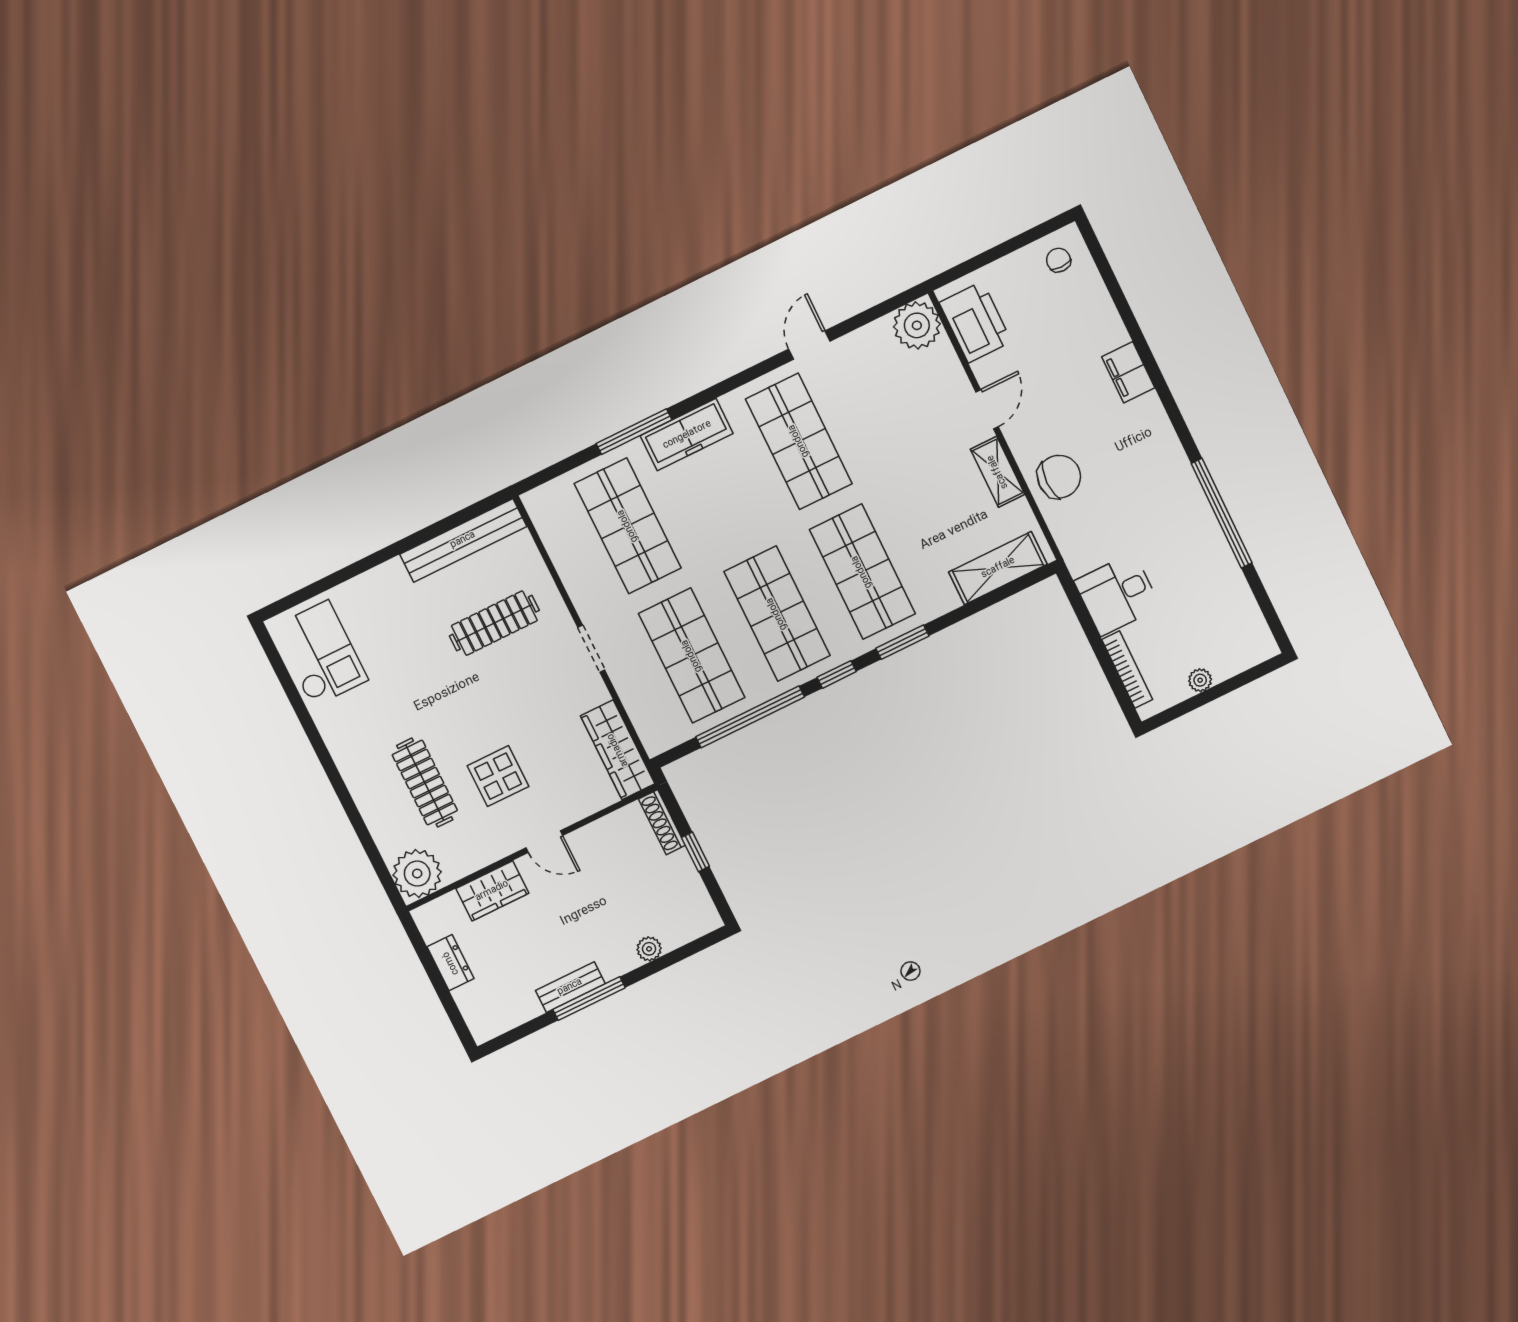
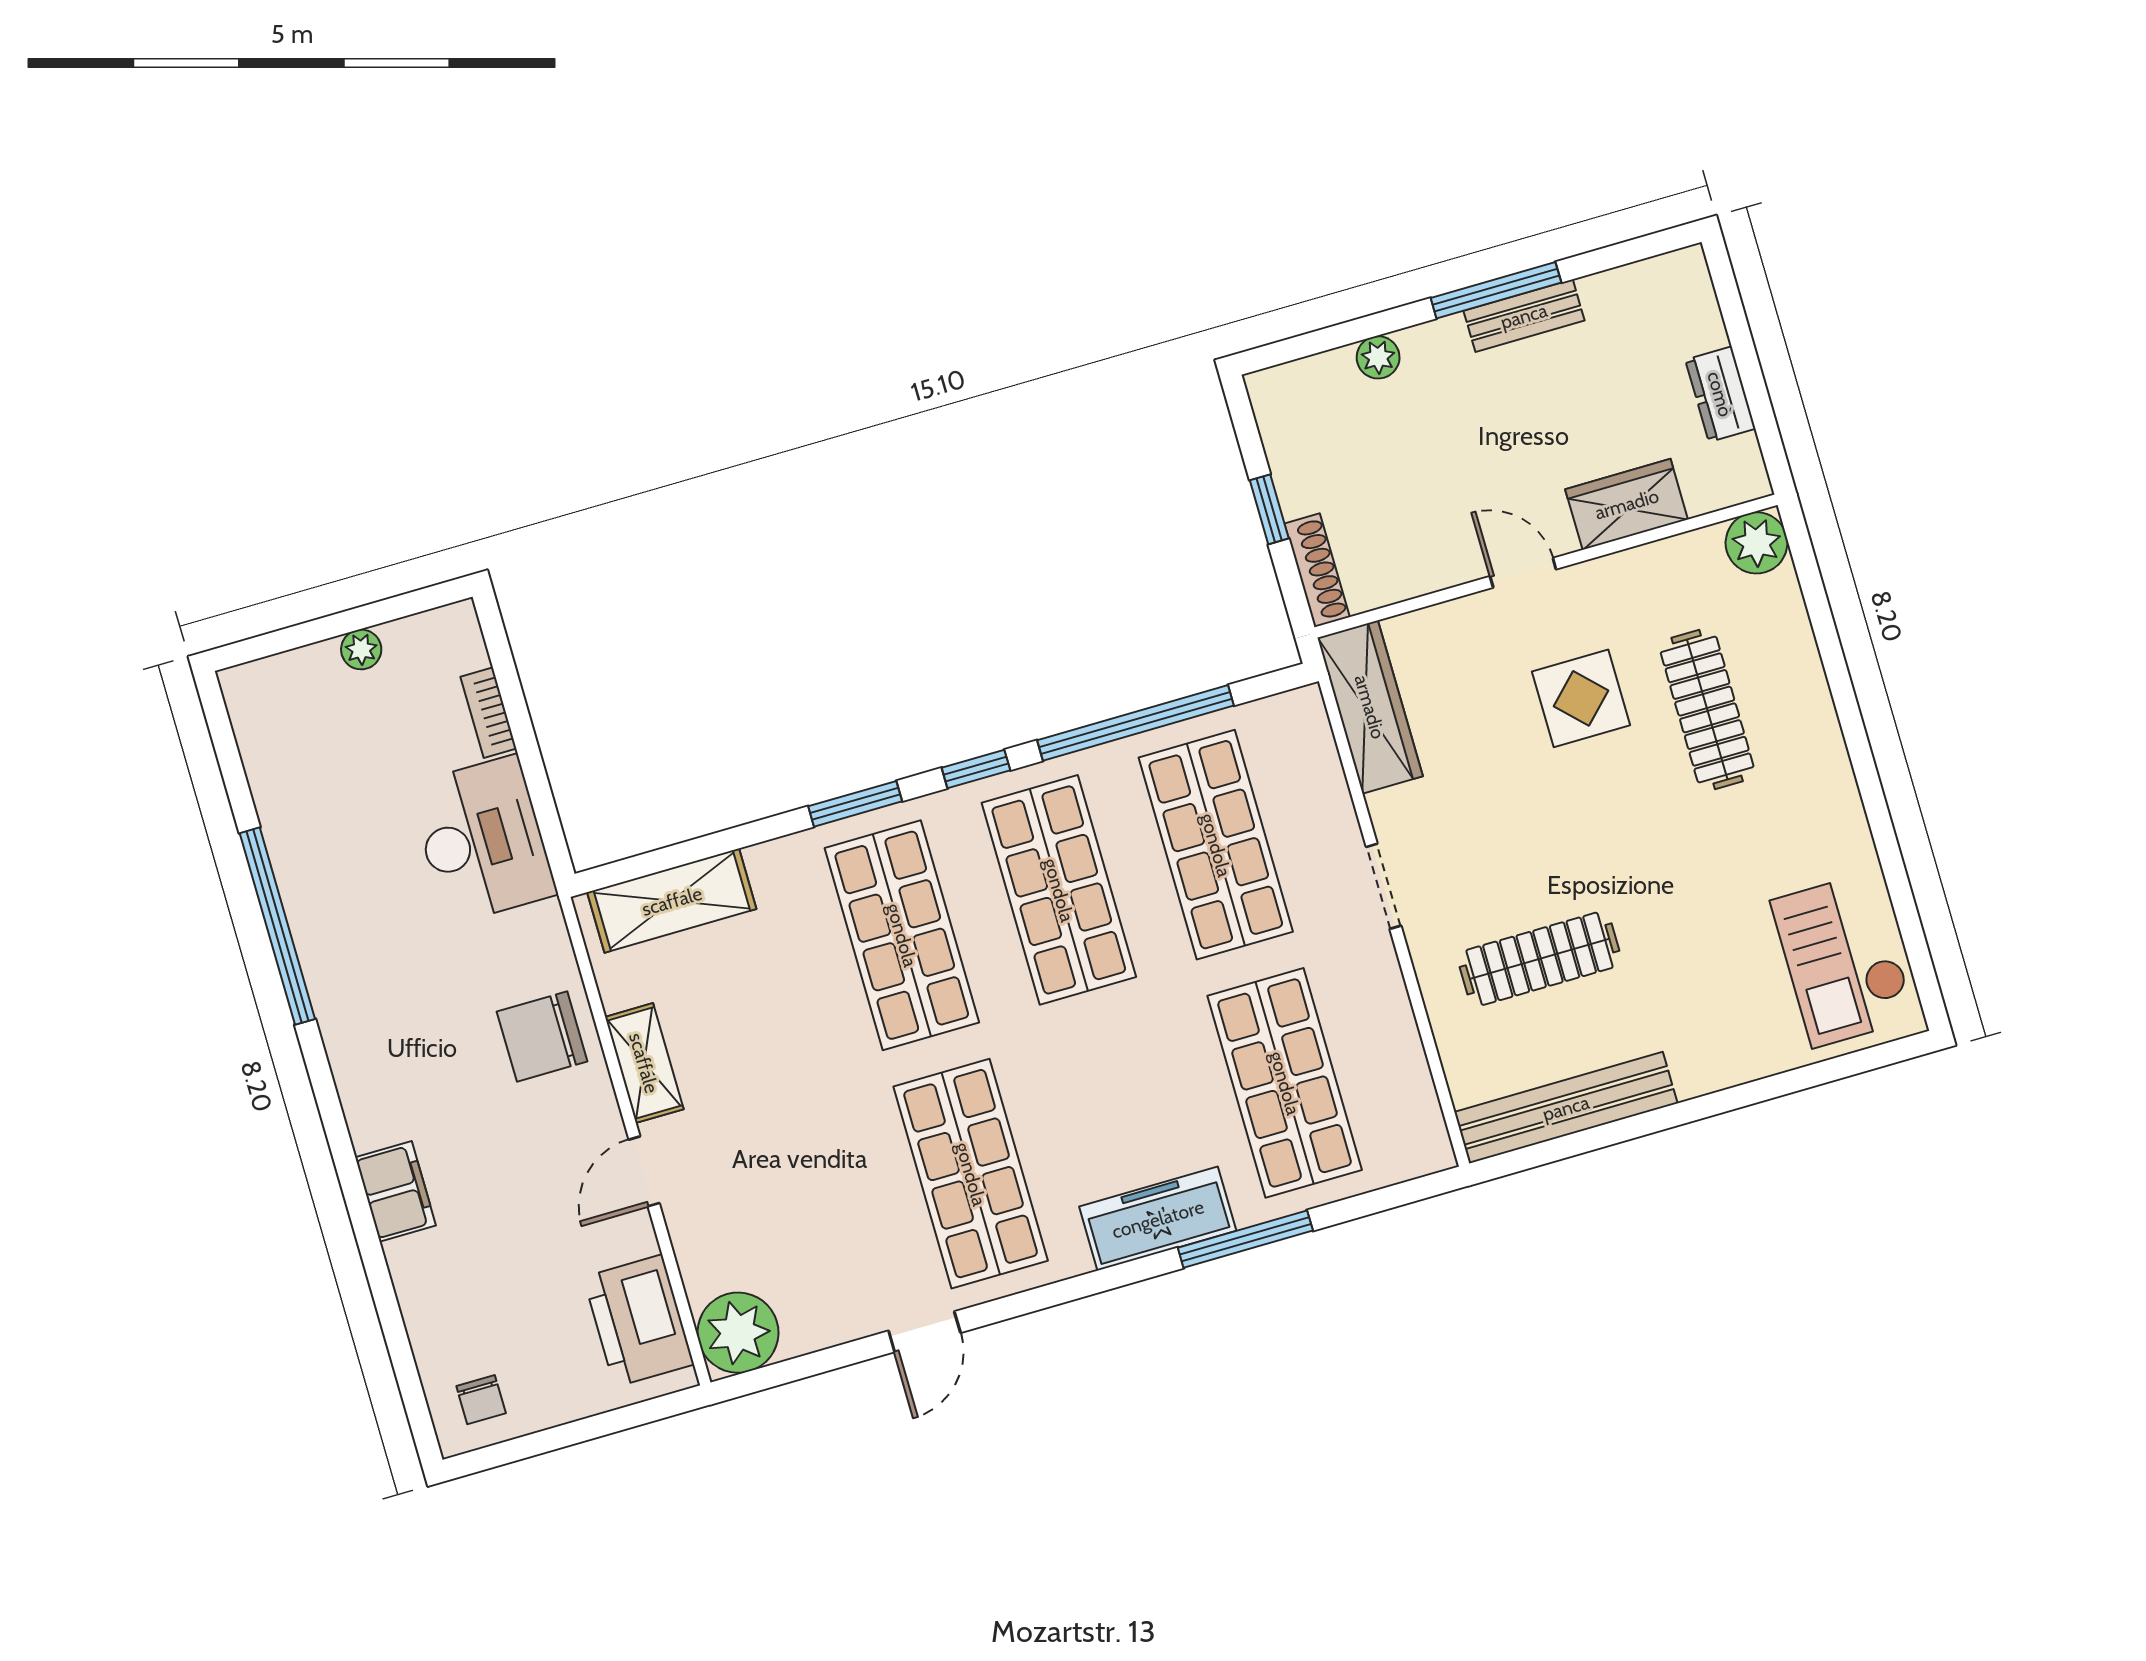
desk: (1117, 594) -> (482, 840), width x1.37
bookcase: (1127, 669) -> (488, 713), width x0.64
plant: (417, 874) -> (1756, 543), width x0.73, depth x0.73

